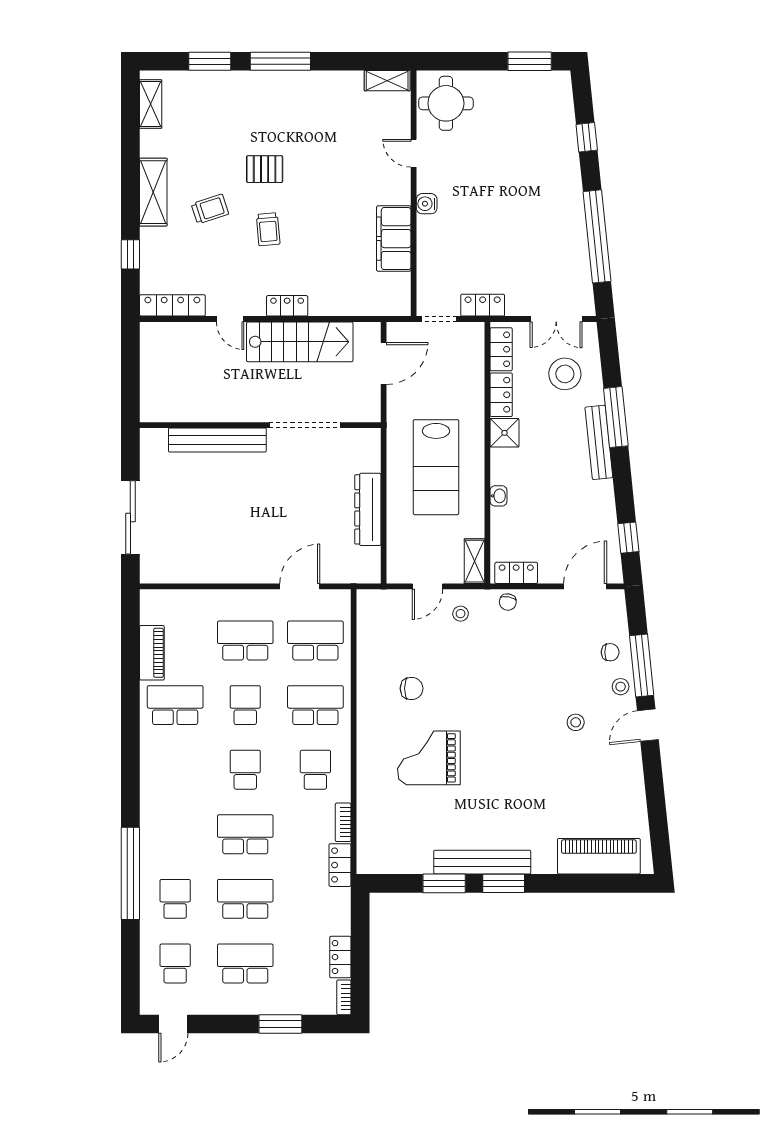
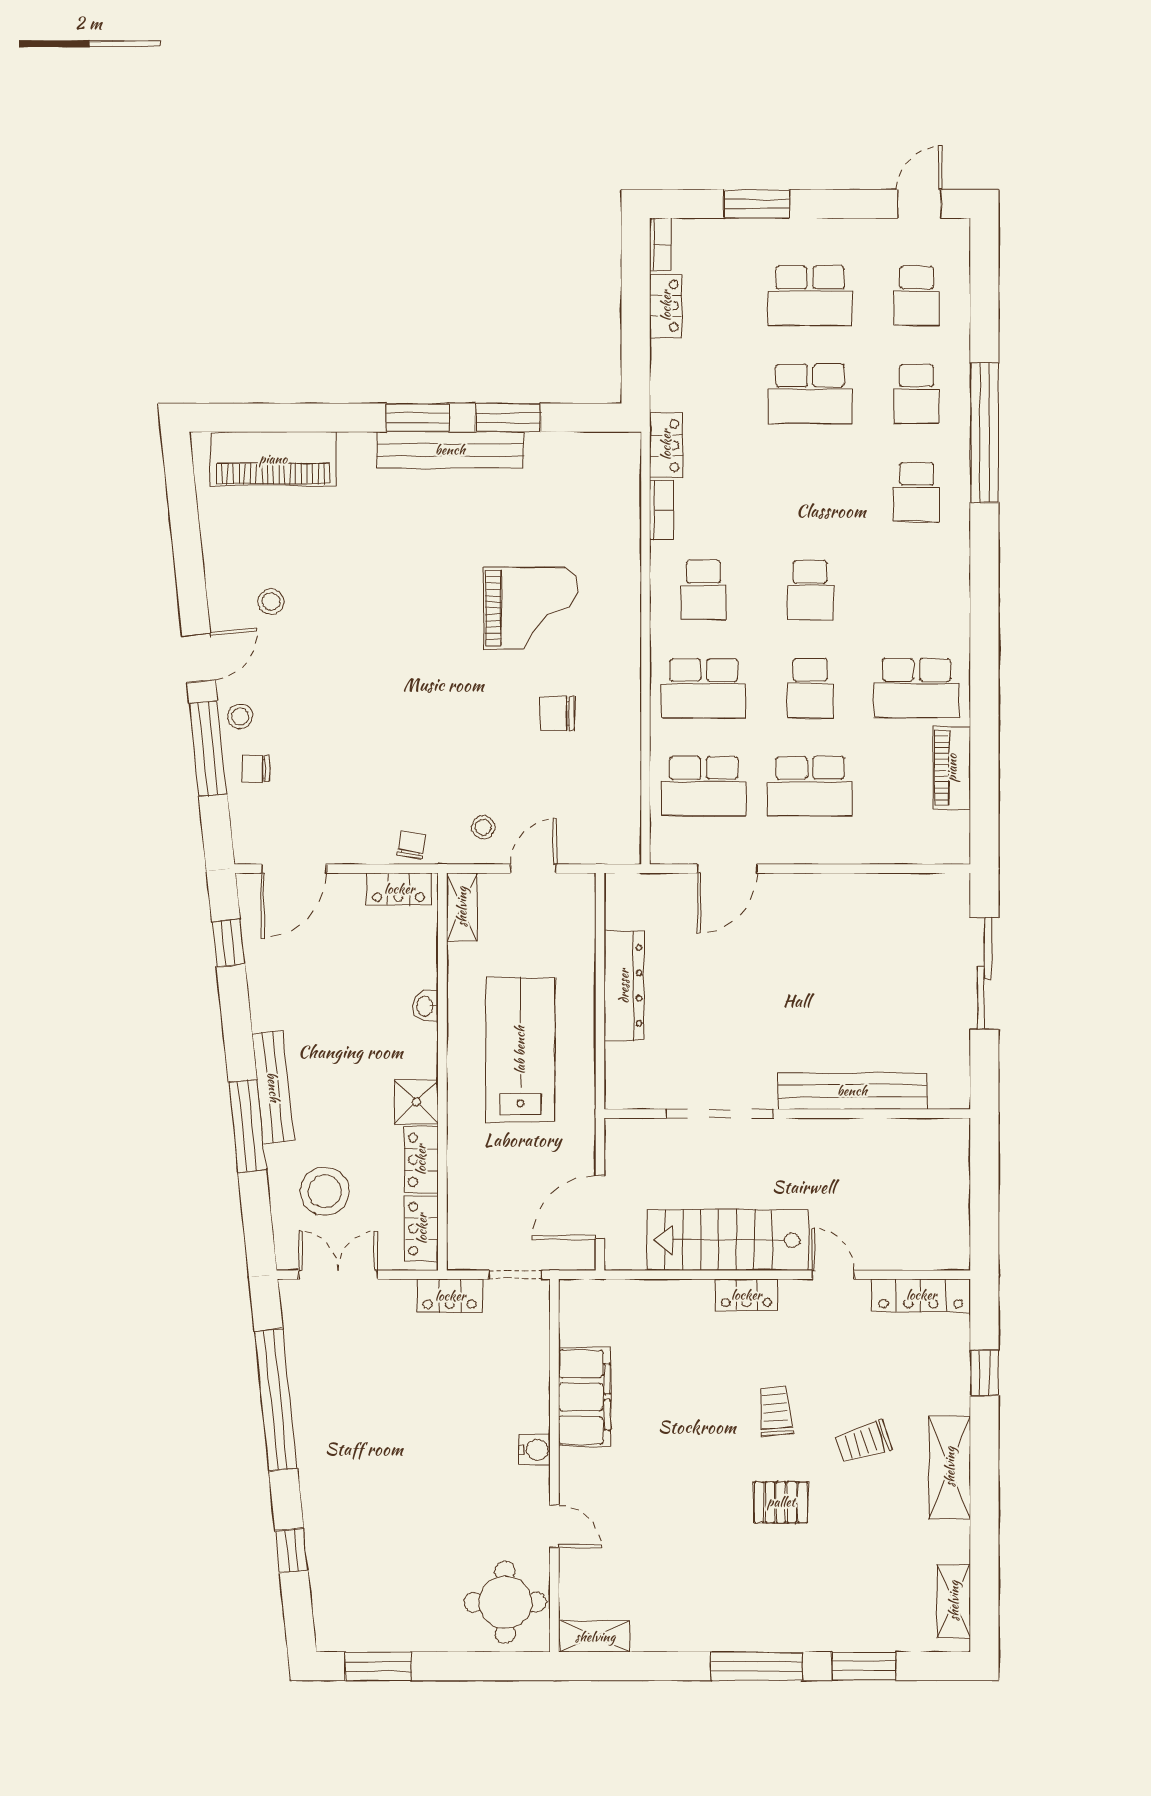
stool: (576, 722) -> (271, 602), moved
school desk: (245, 834) -> (917, 492), moved, width x0.54

